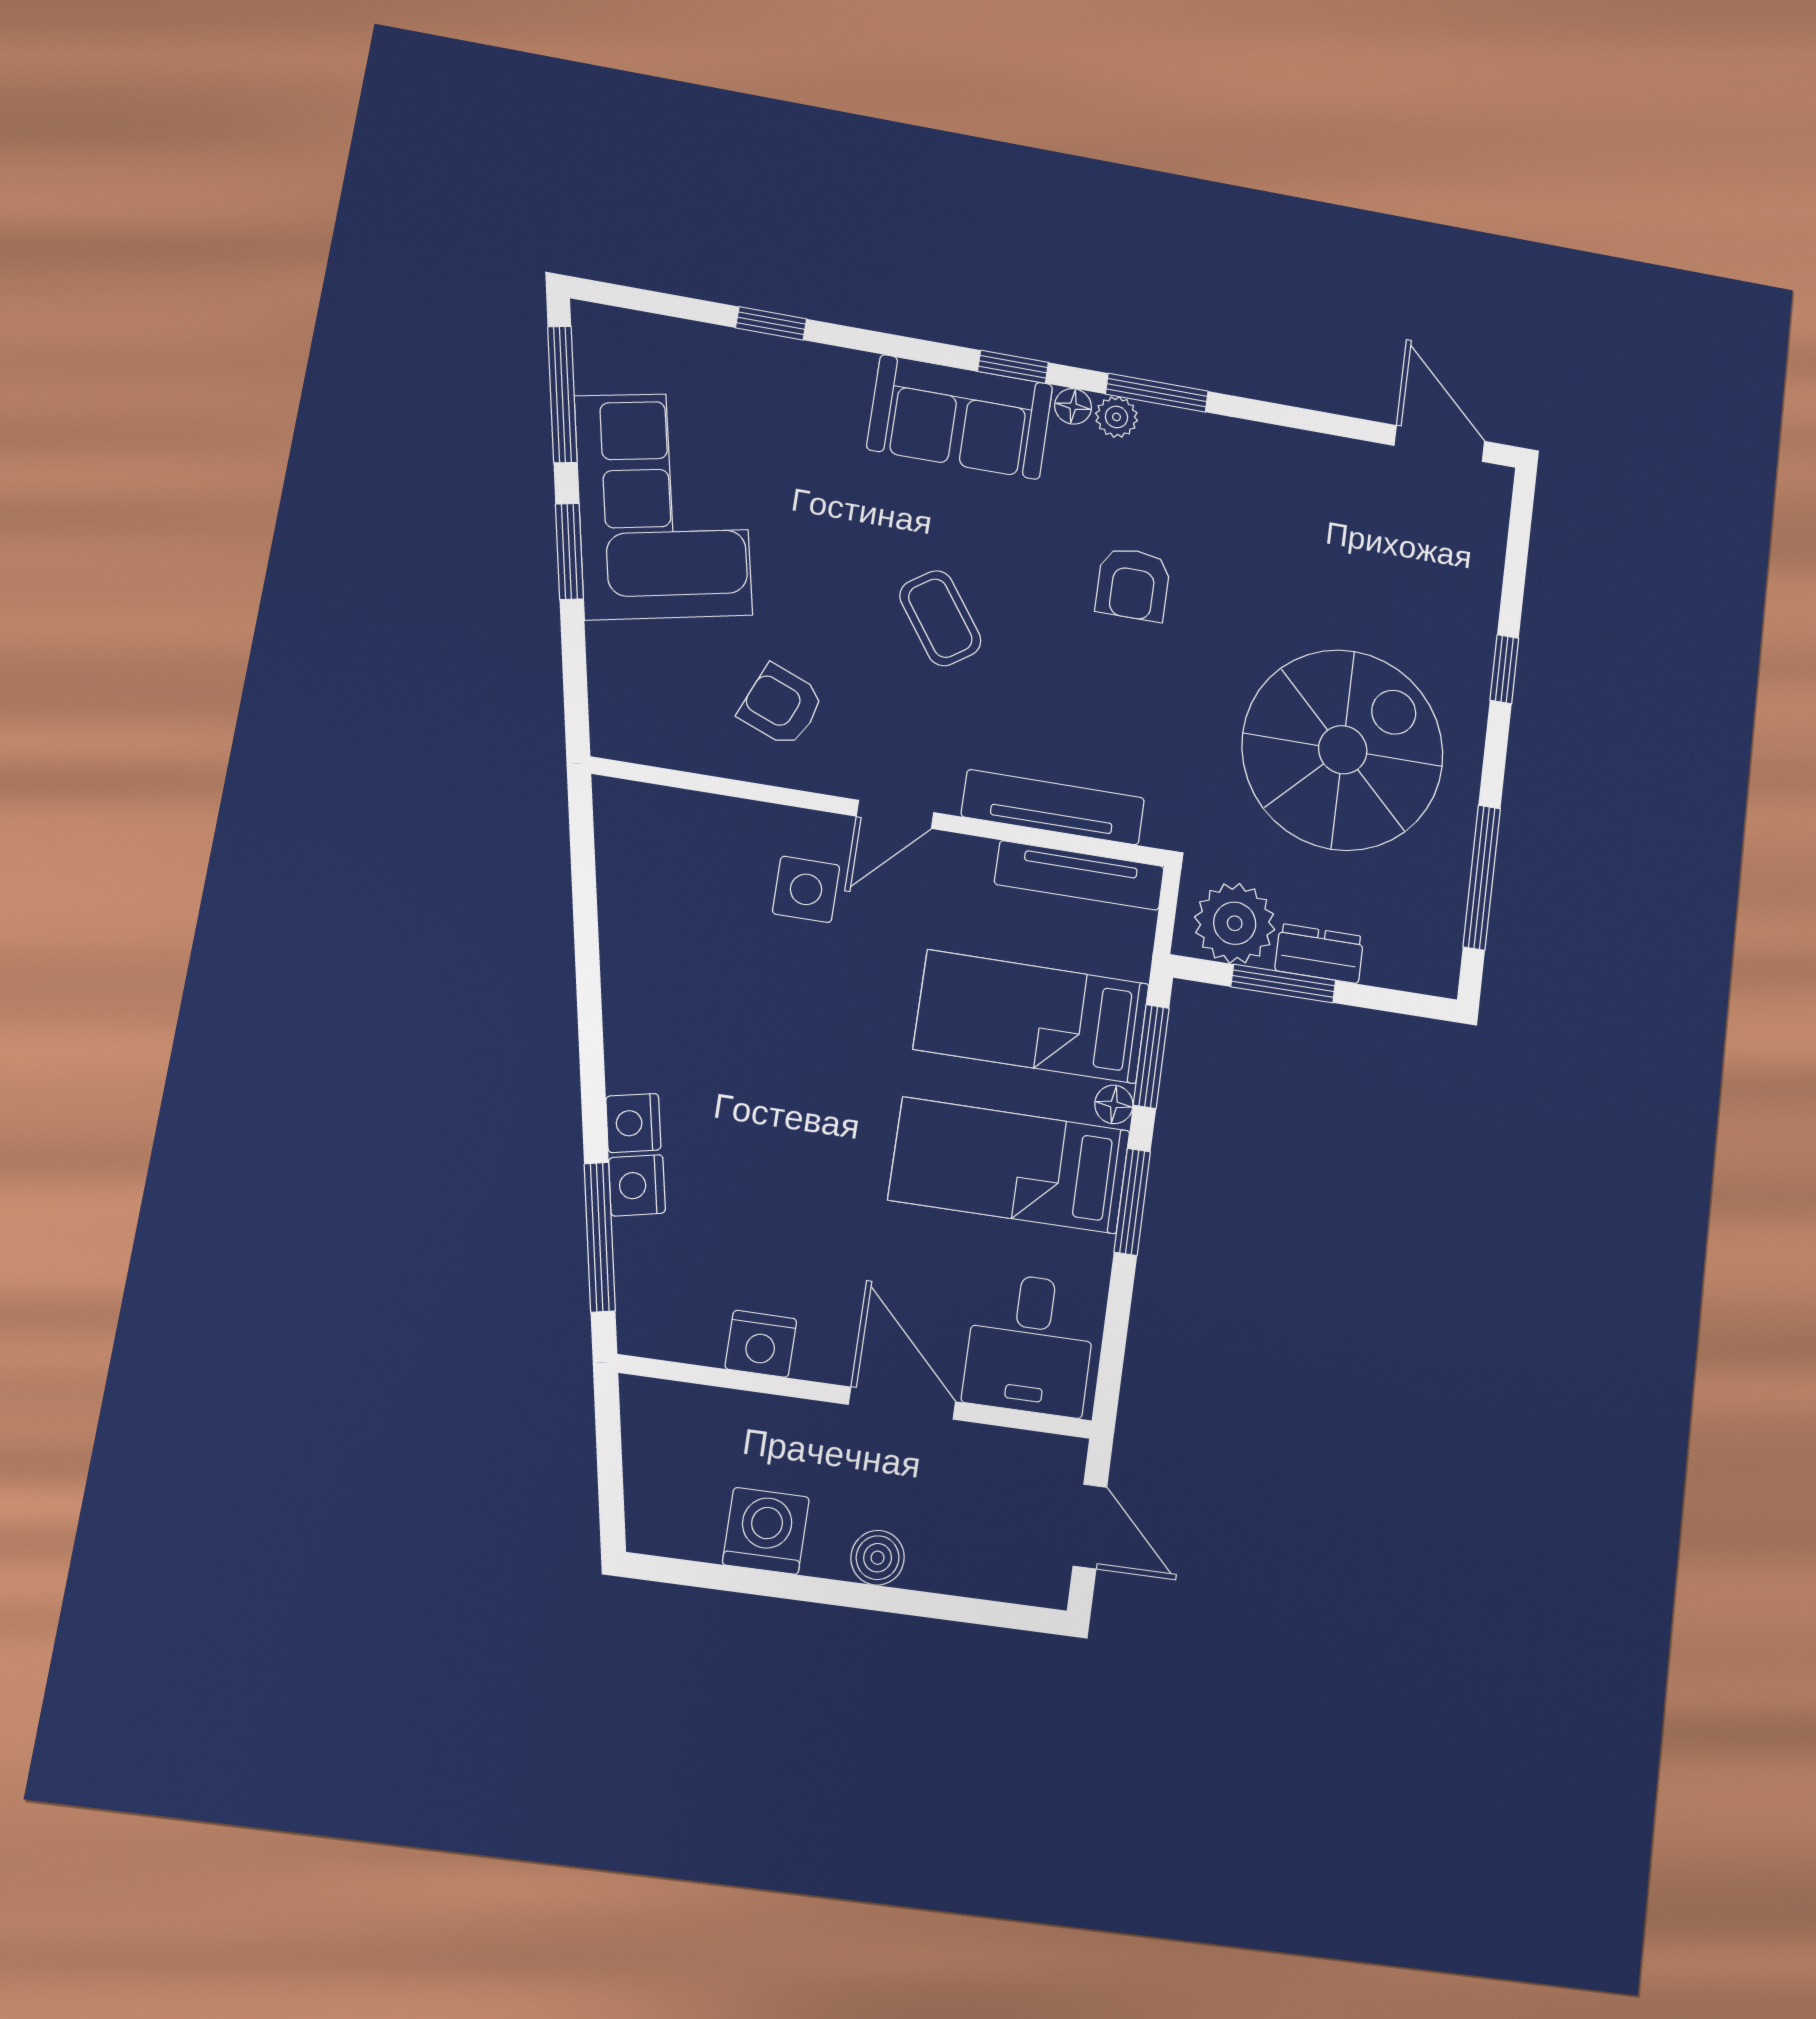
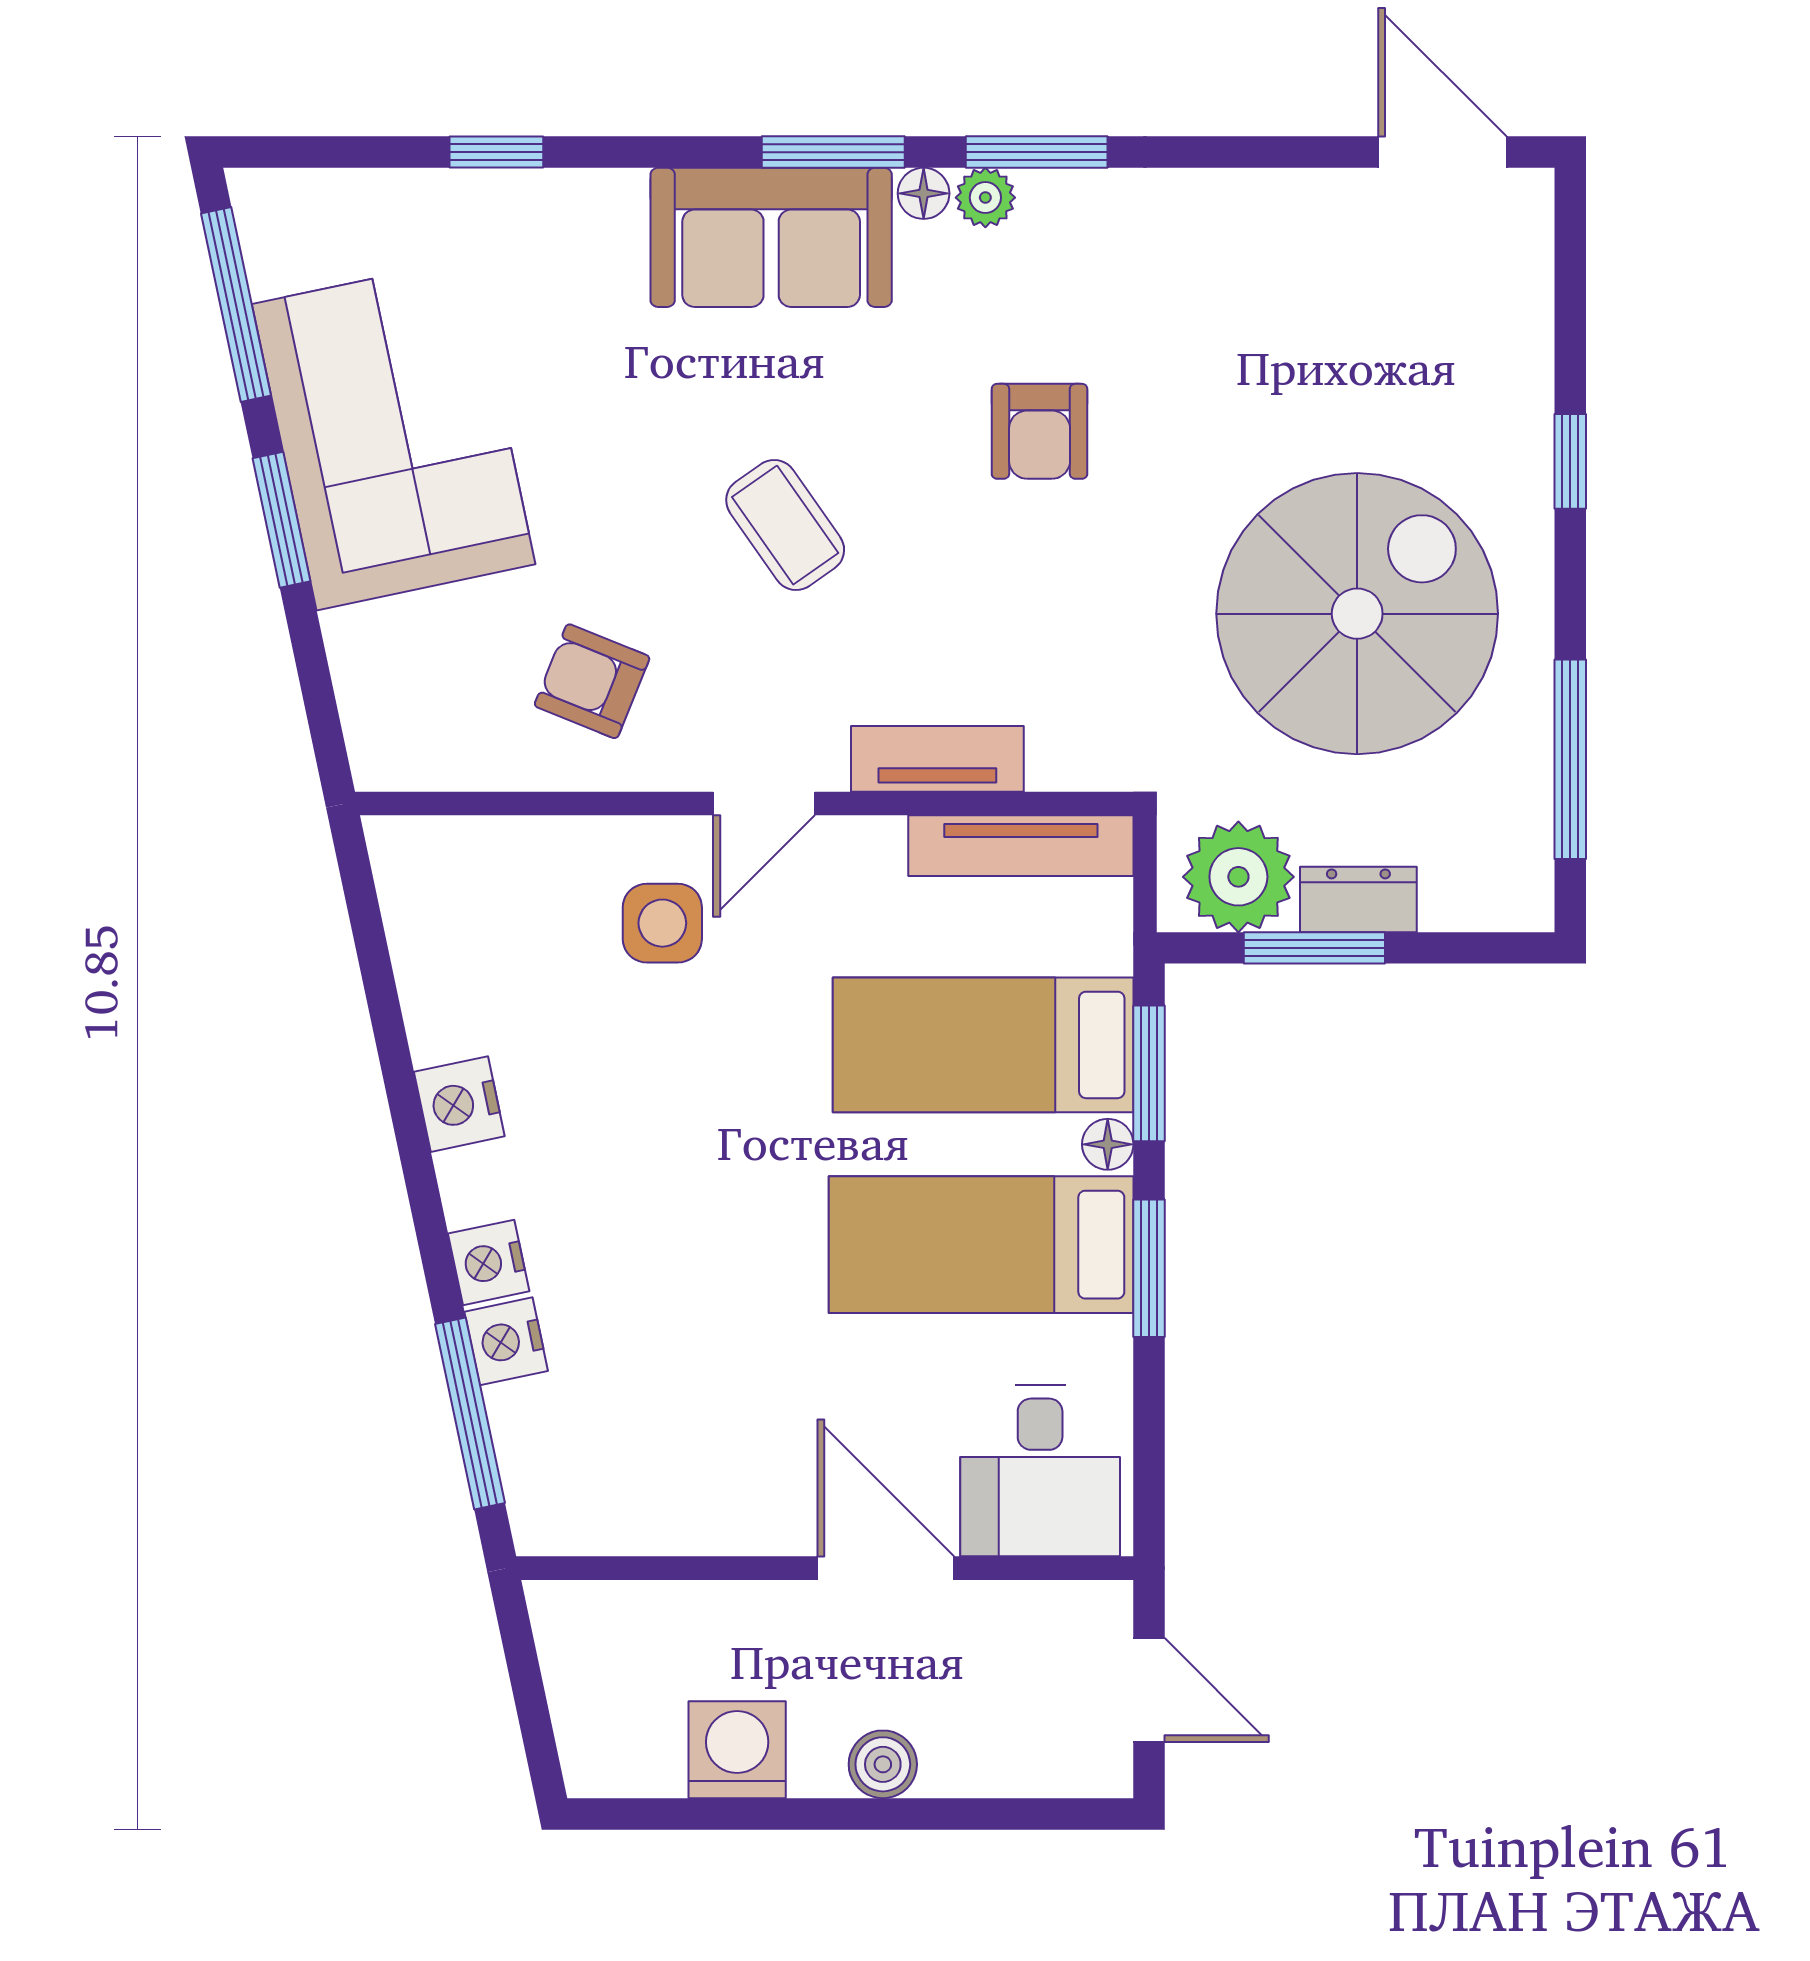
window: (1013, 367) -> (833, 152), width x1.50
tv unit: (1053, 807) -> (937, 759), width x0.71
nightstand: (761, 1344) -> (459, 1104), moved, turned 78

